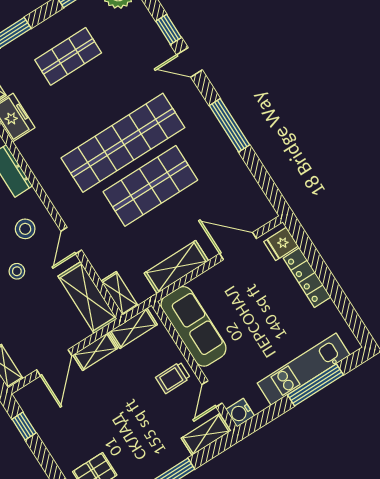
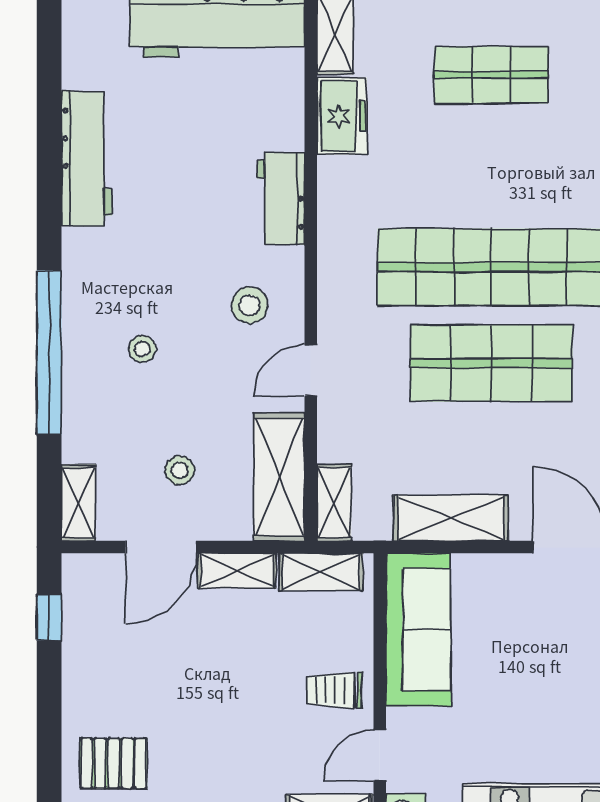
stool: (17, 271) -> (180, 470), moved

